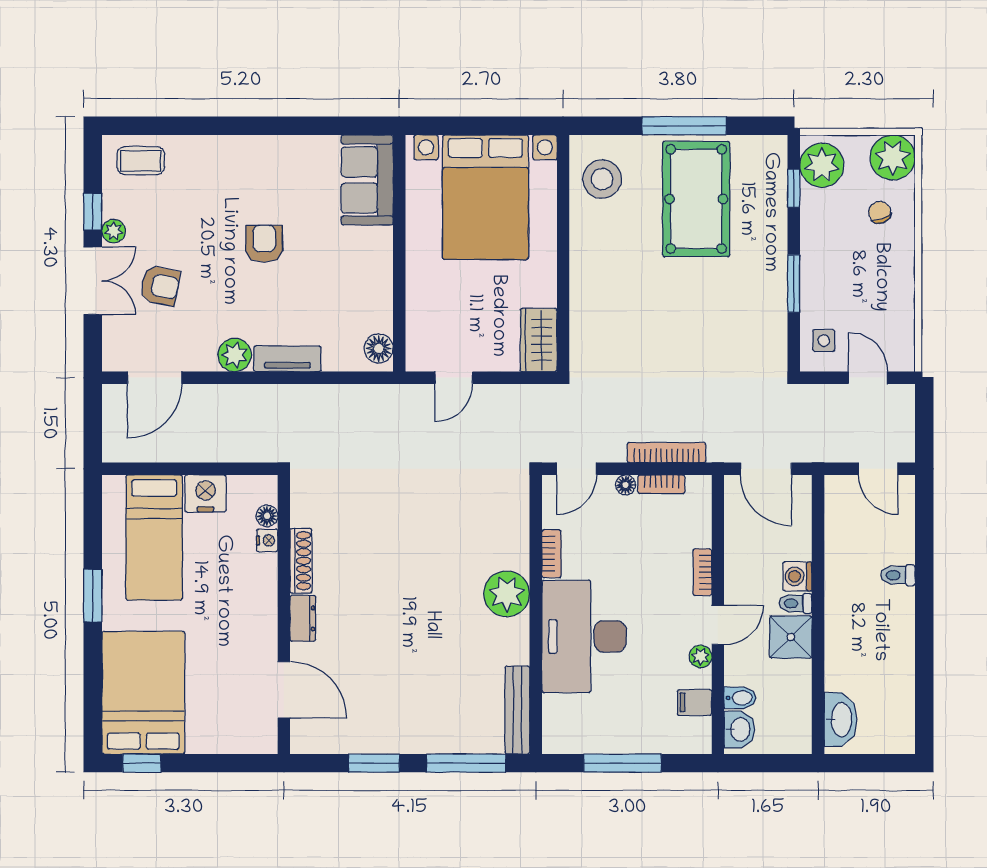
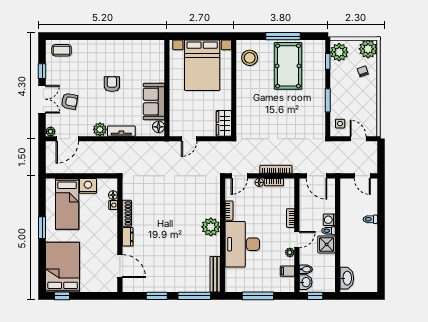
sofa: (367, 180) -> (154, 102), moved
plant: (114, 231) -> (51, 131), moved
window: (763, 763) -> (315, 296), added

